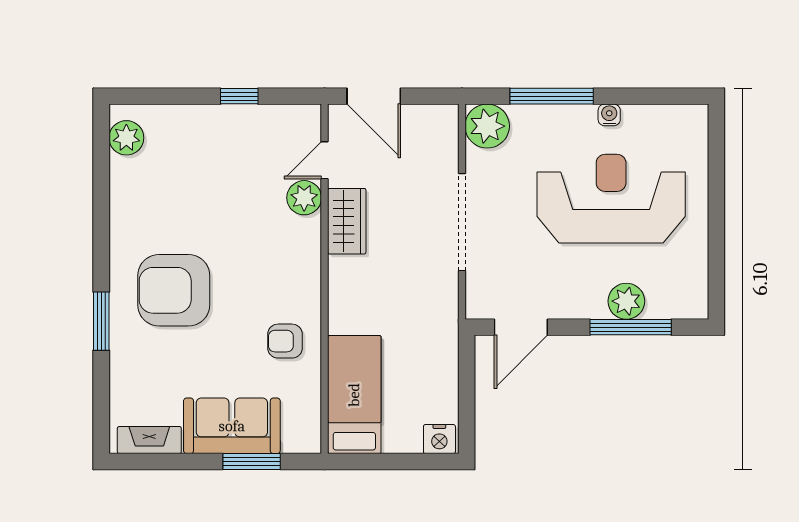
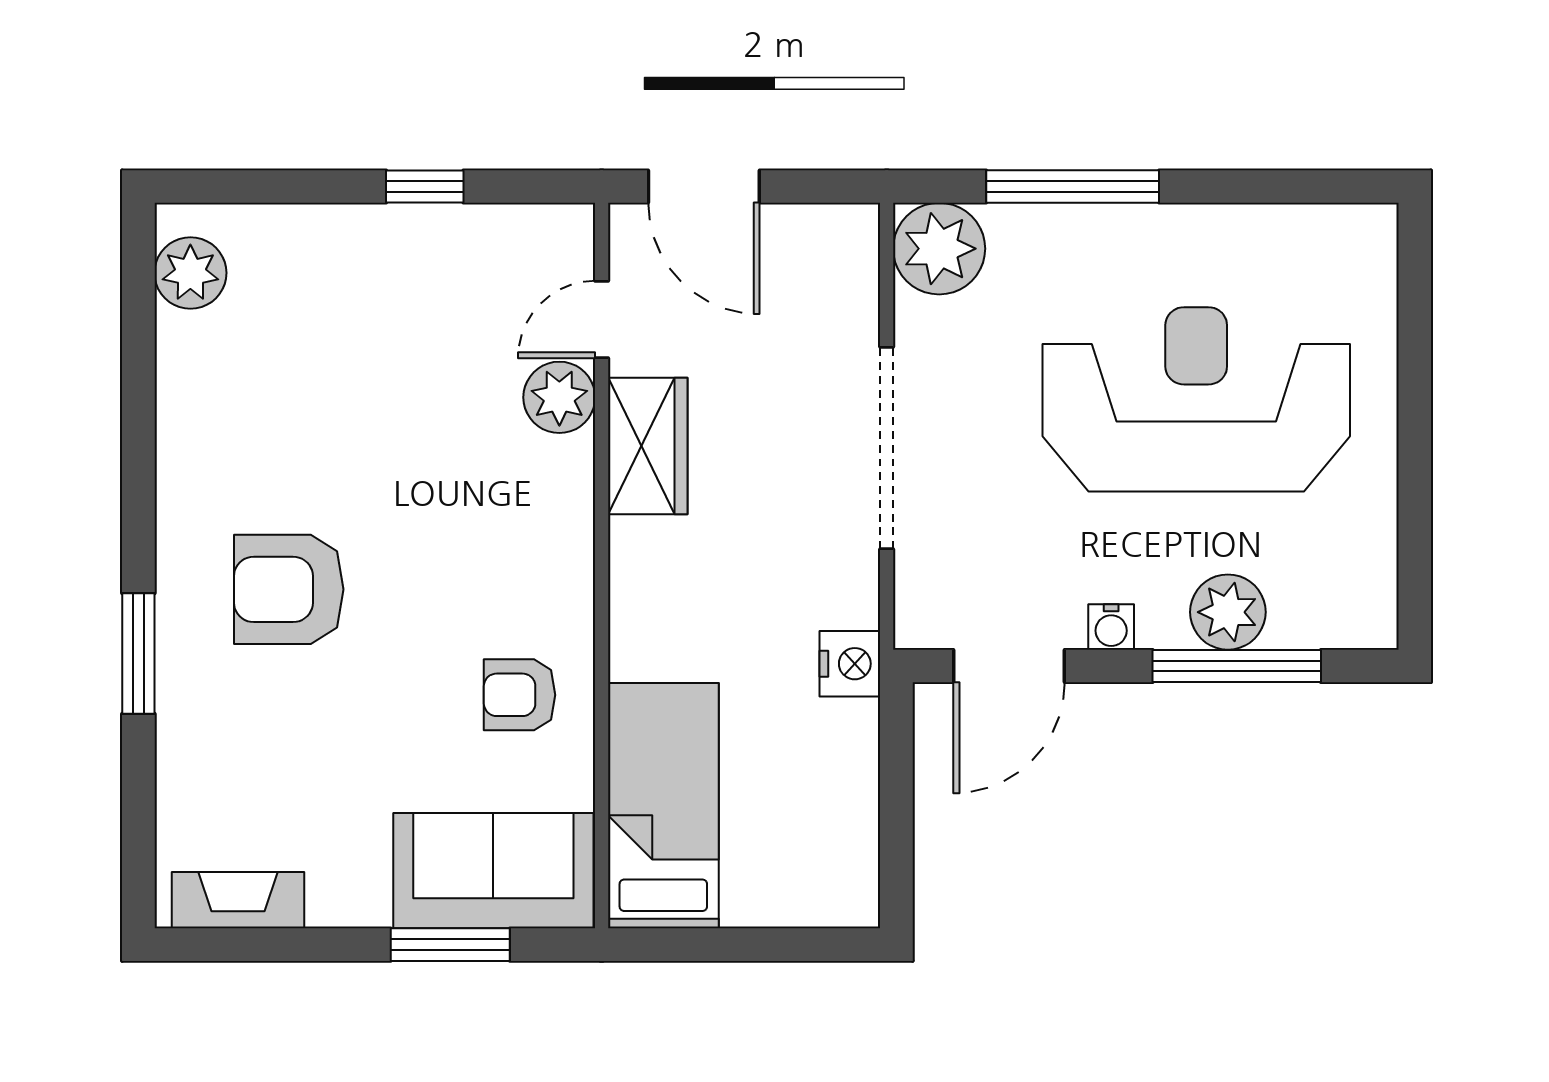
water cooler: (609, 115) -> (1111, 627), moved, turned 180
armchair: (174, 290) -> (289, 589), width x0.73, depth x0.73
sofa: (232, 426) -> (493, 871), moved
nightstand: (439, 439) -> (850, 664), moved, turned -90

